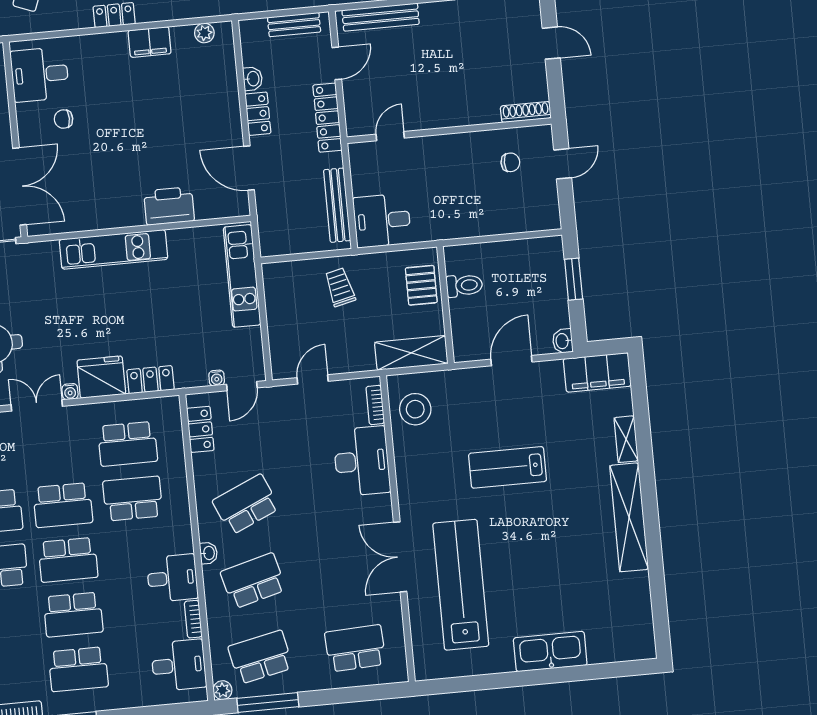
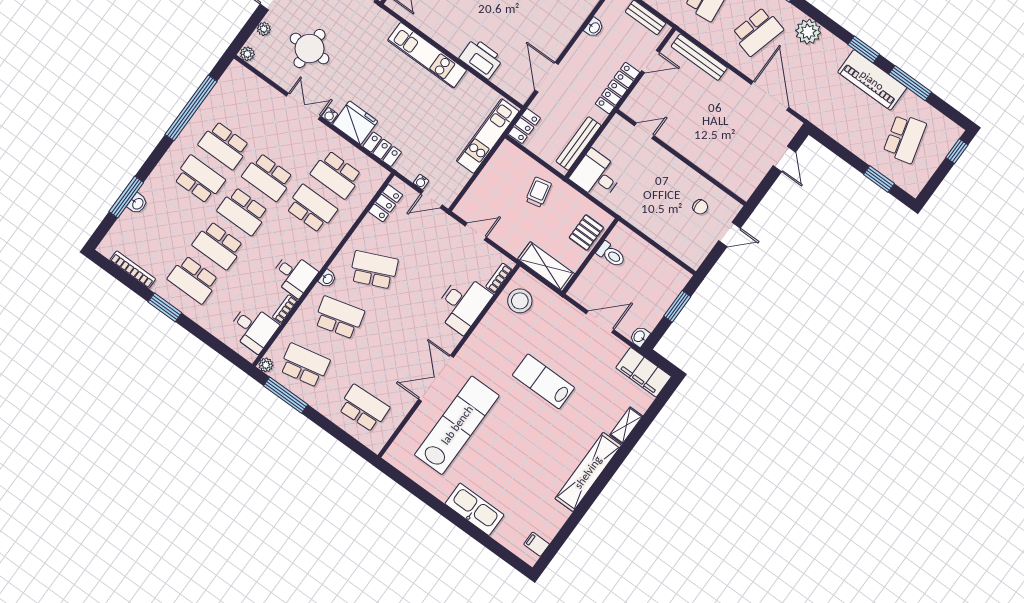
shoe rack: (526, 112) -> (735, 186), removed
locker: (258, 114) -> (524, 126), moved
filing cabinet: (641, 632) -> (537, 544), added

